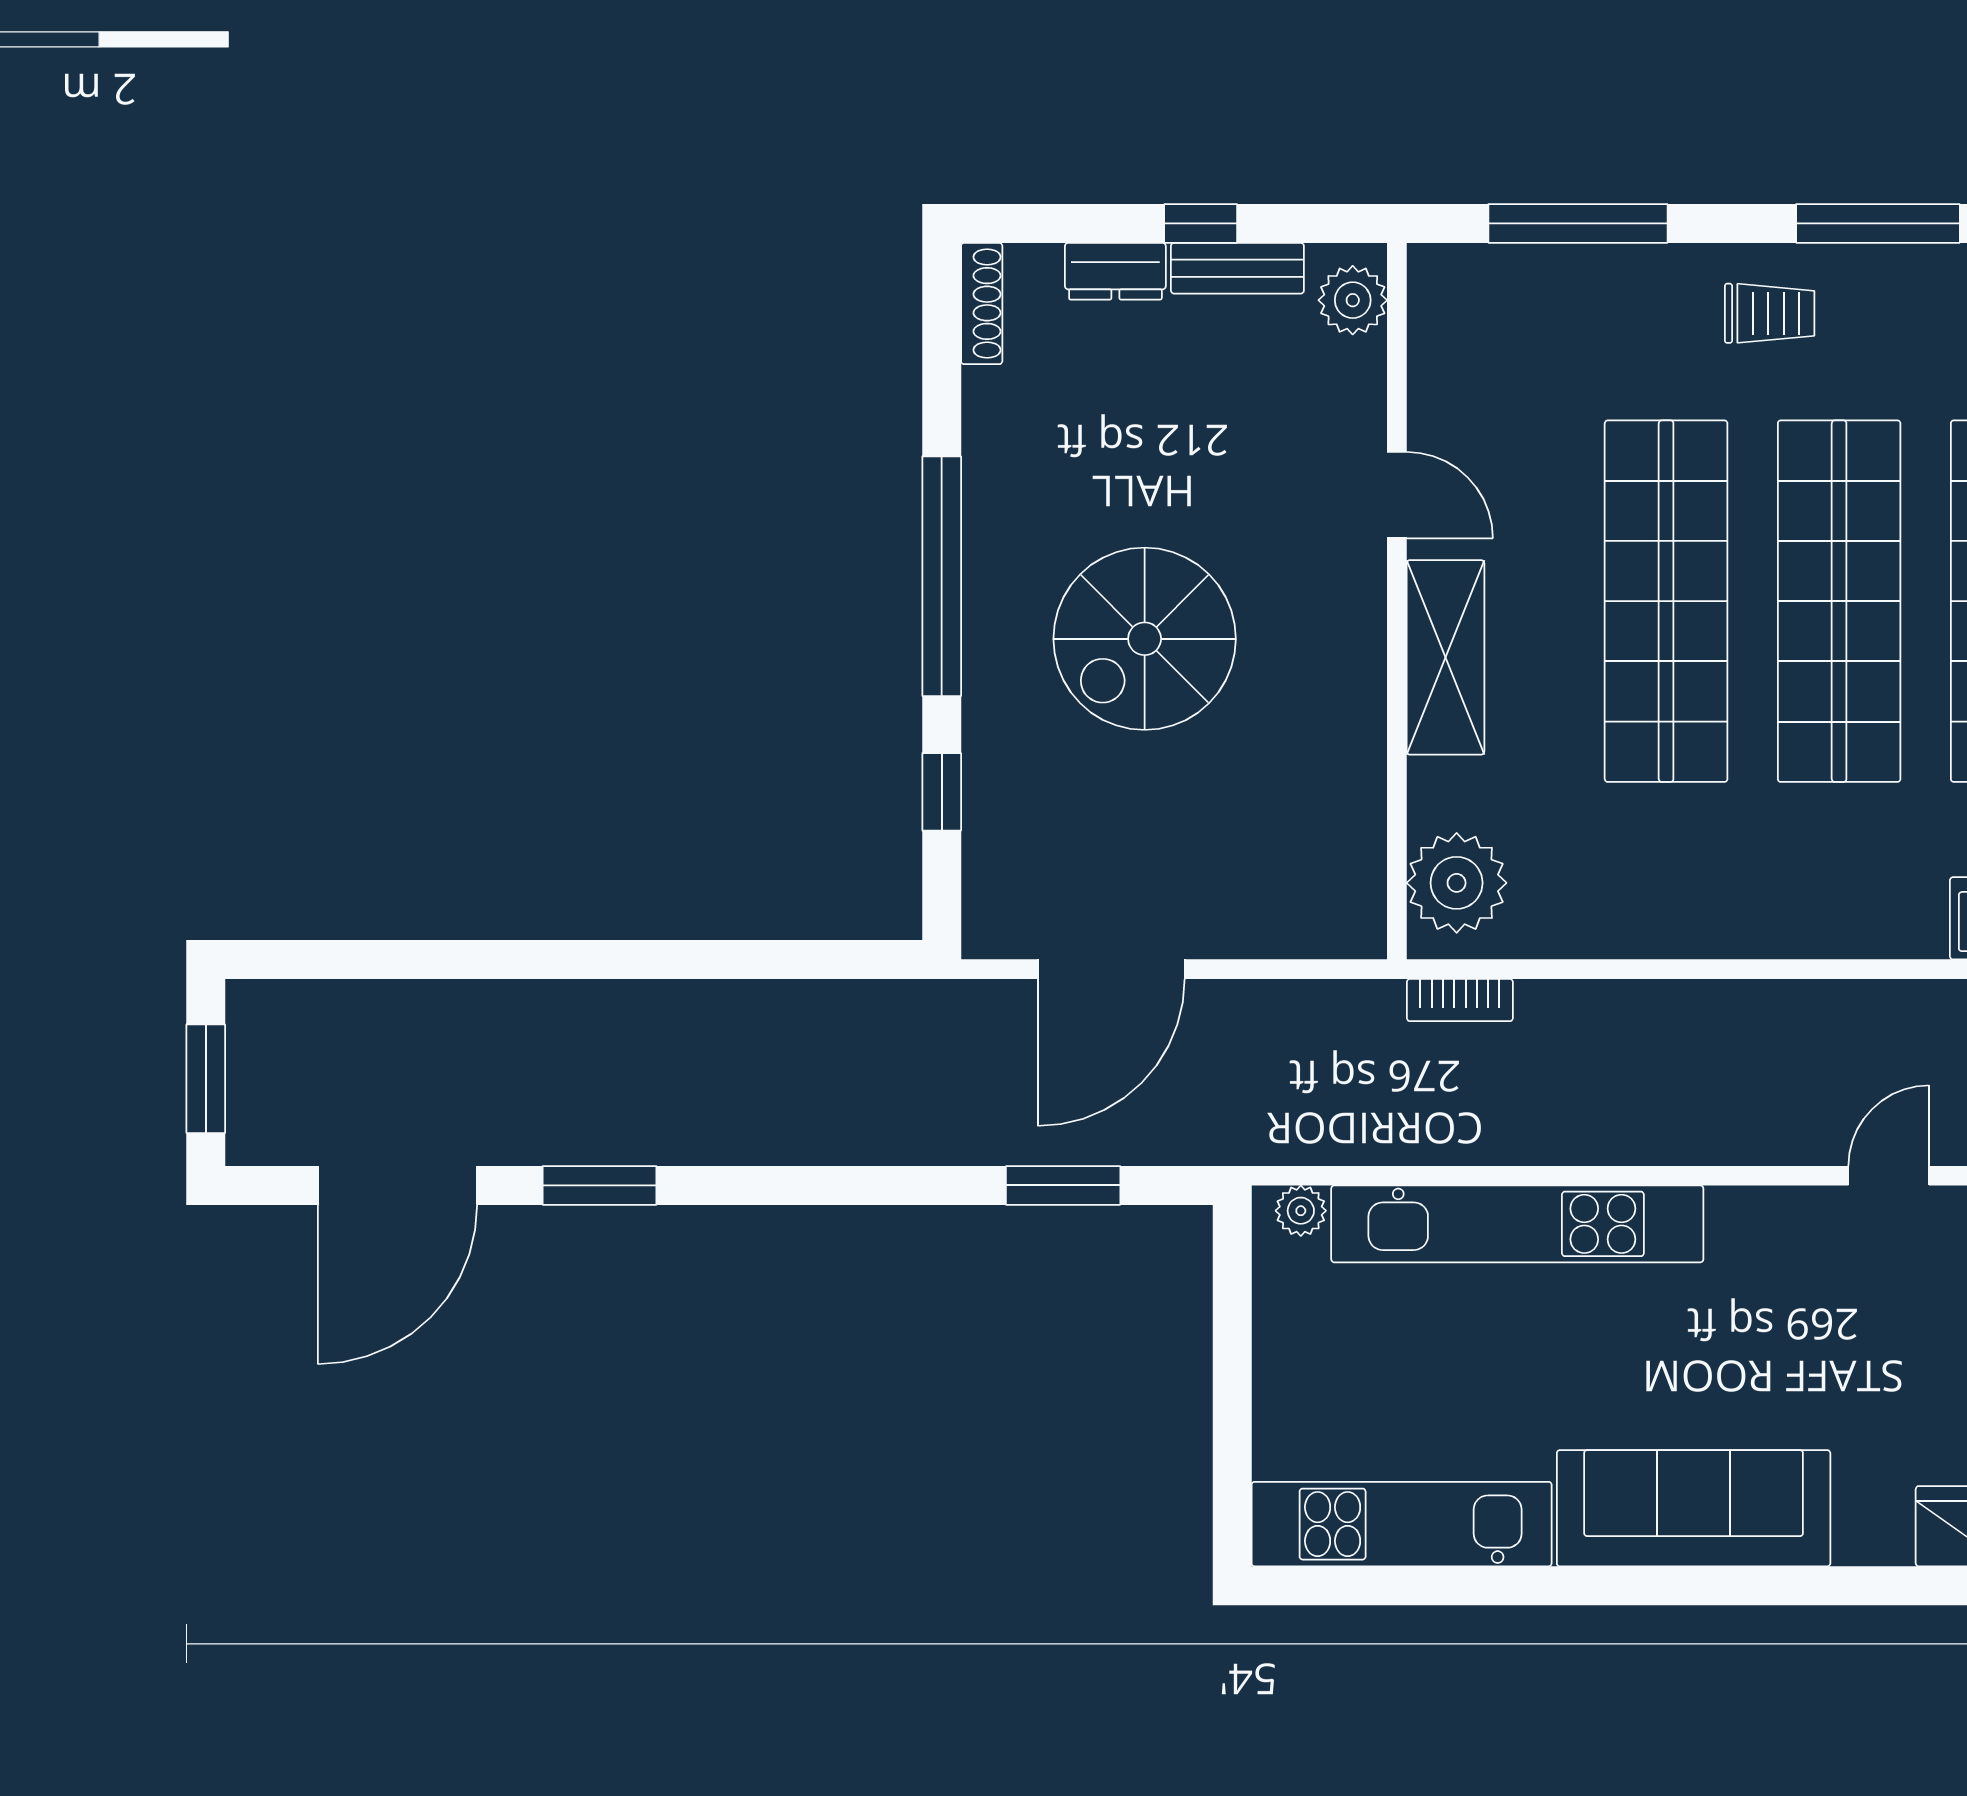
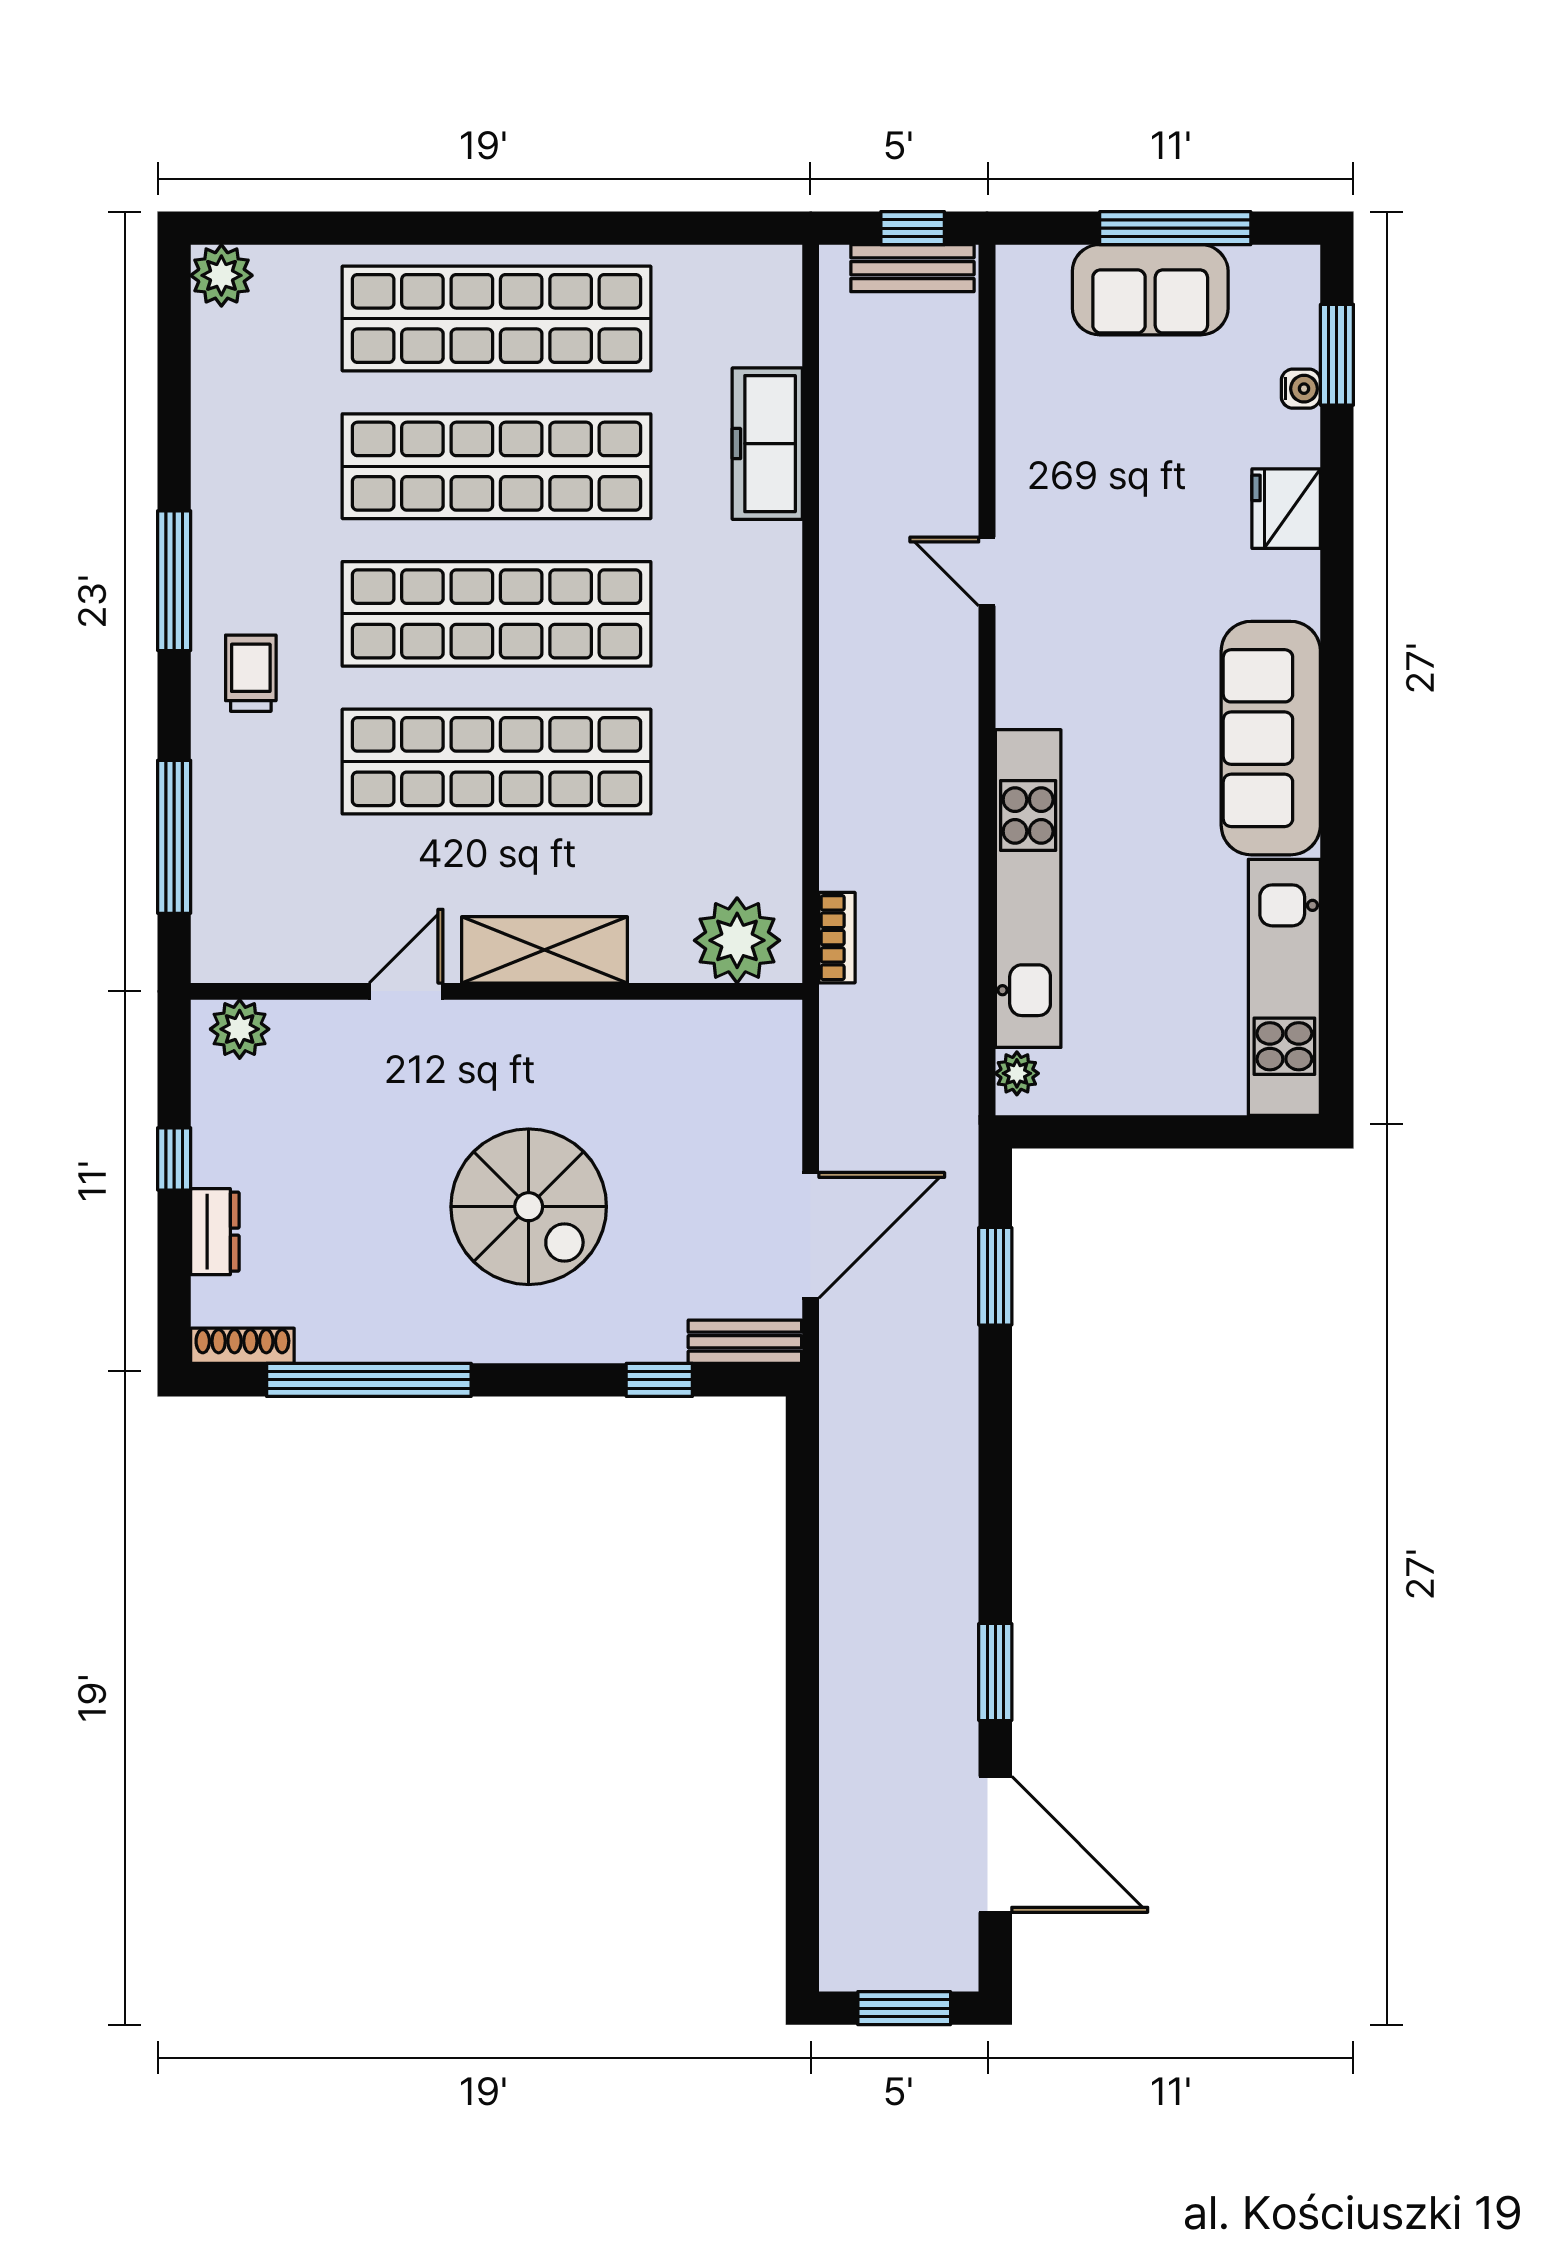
bench: (1237, 268) -> (745, 1342), moved, turned 90
window: (942, 576) -> (369, 1380), moved
door: (1111, 969) -> (811, 1235), hinge flipped

